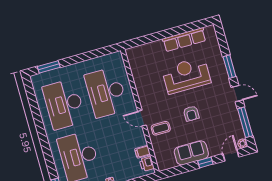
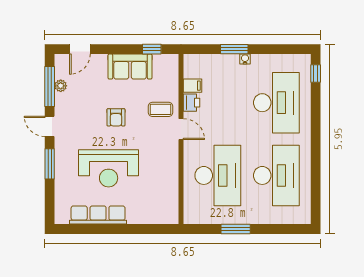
window: (49, 67) -> (236, 229), moved
armchair: (191, 114) -> (116, 117), turned 180
plant: (243, 144) -> (61, 86), moved
window: (205, 162) -> (152, 49), moved
printer: (147, 164) -> (191, 103), moved

